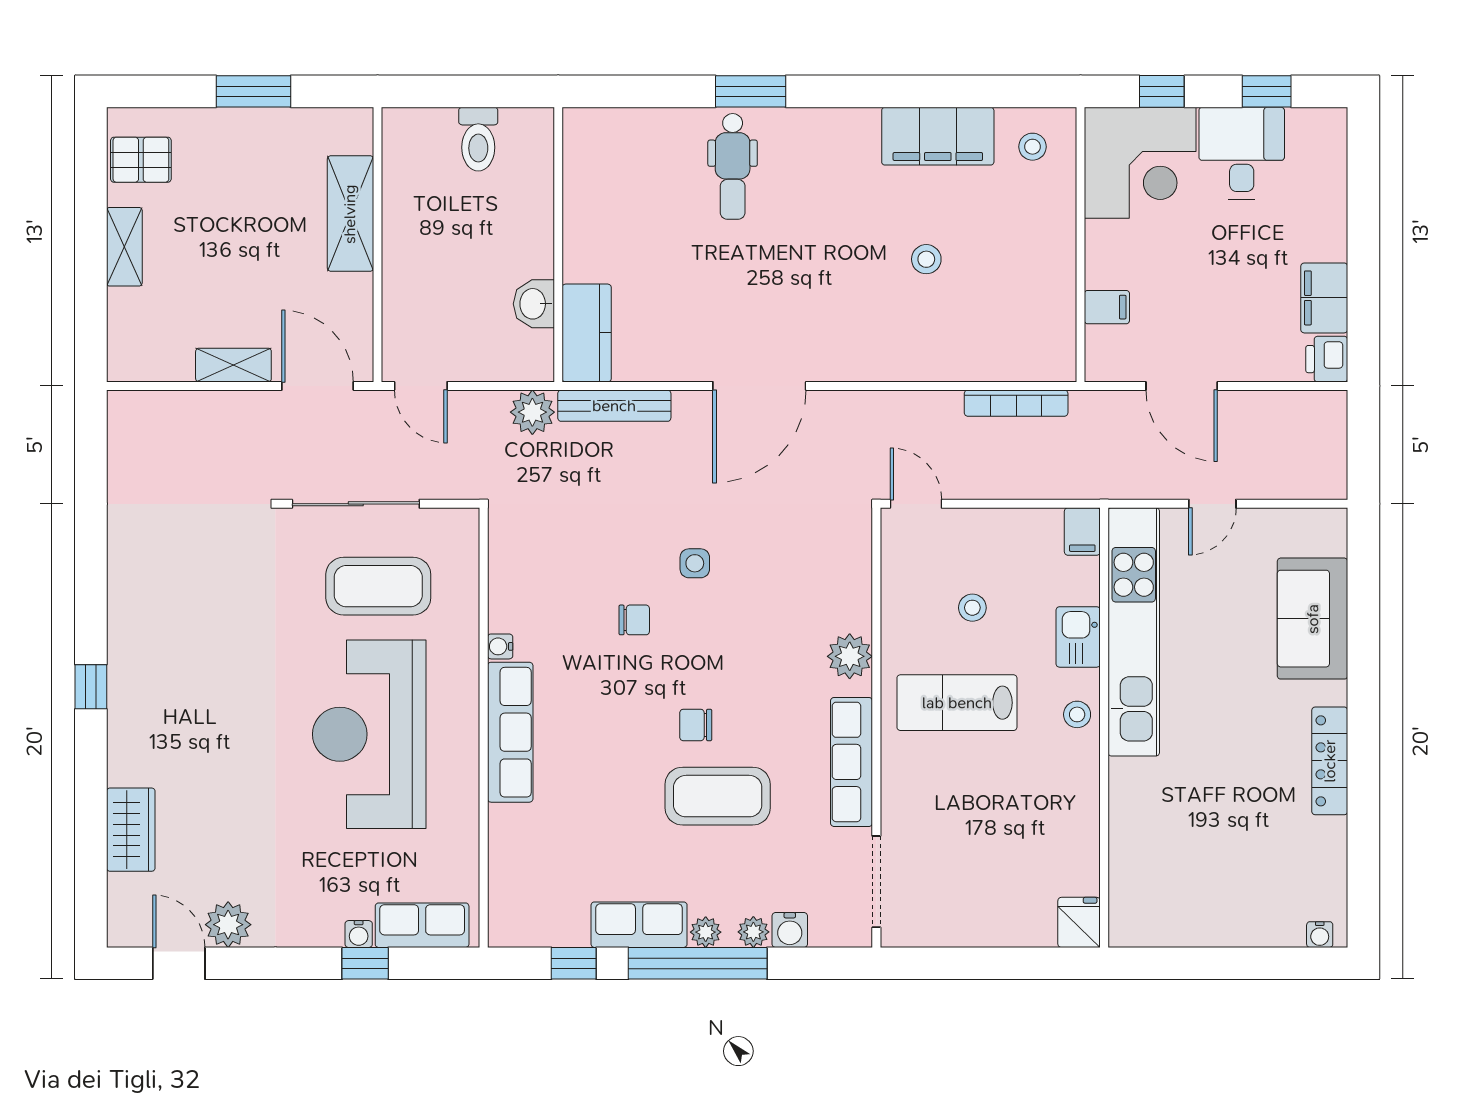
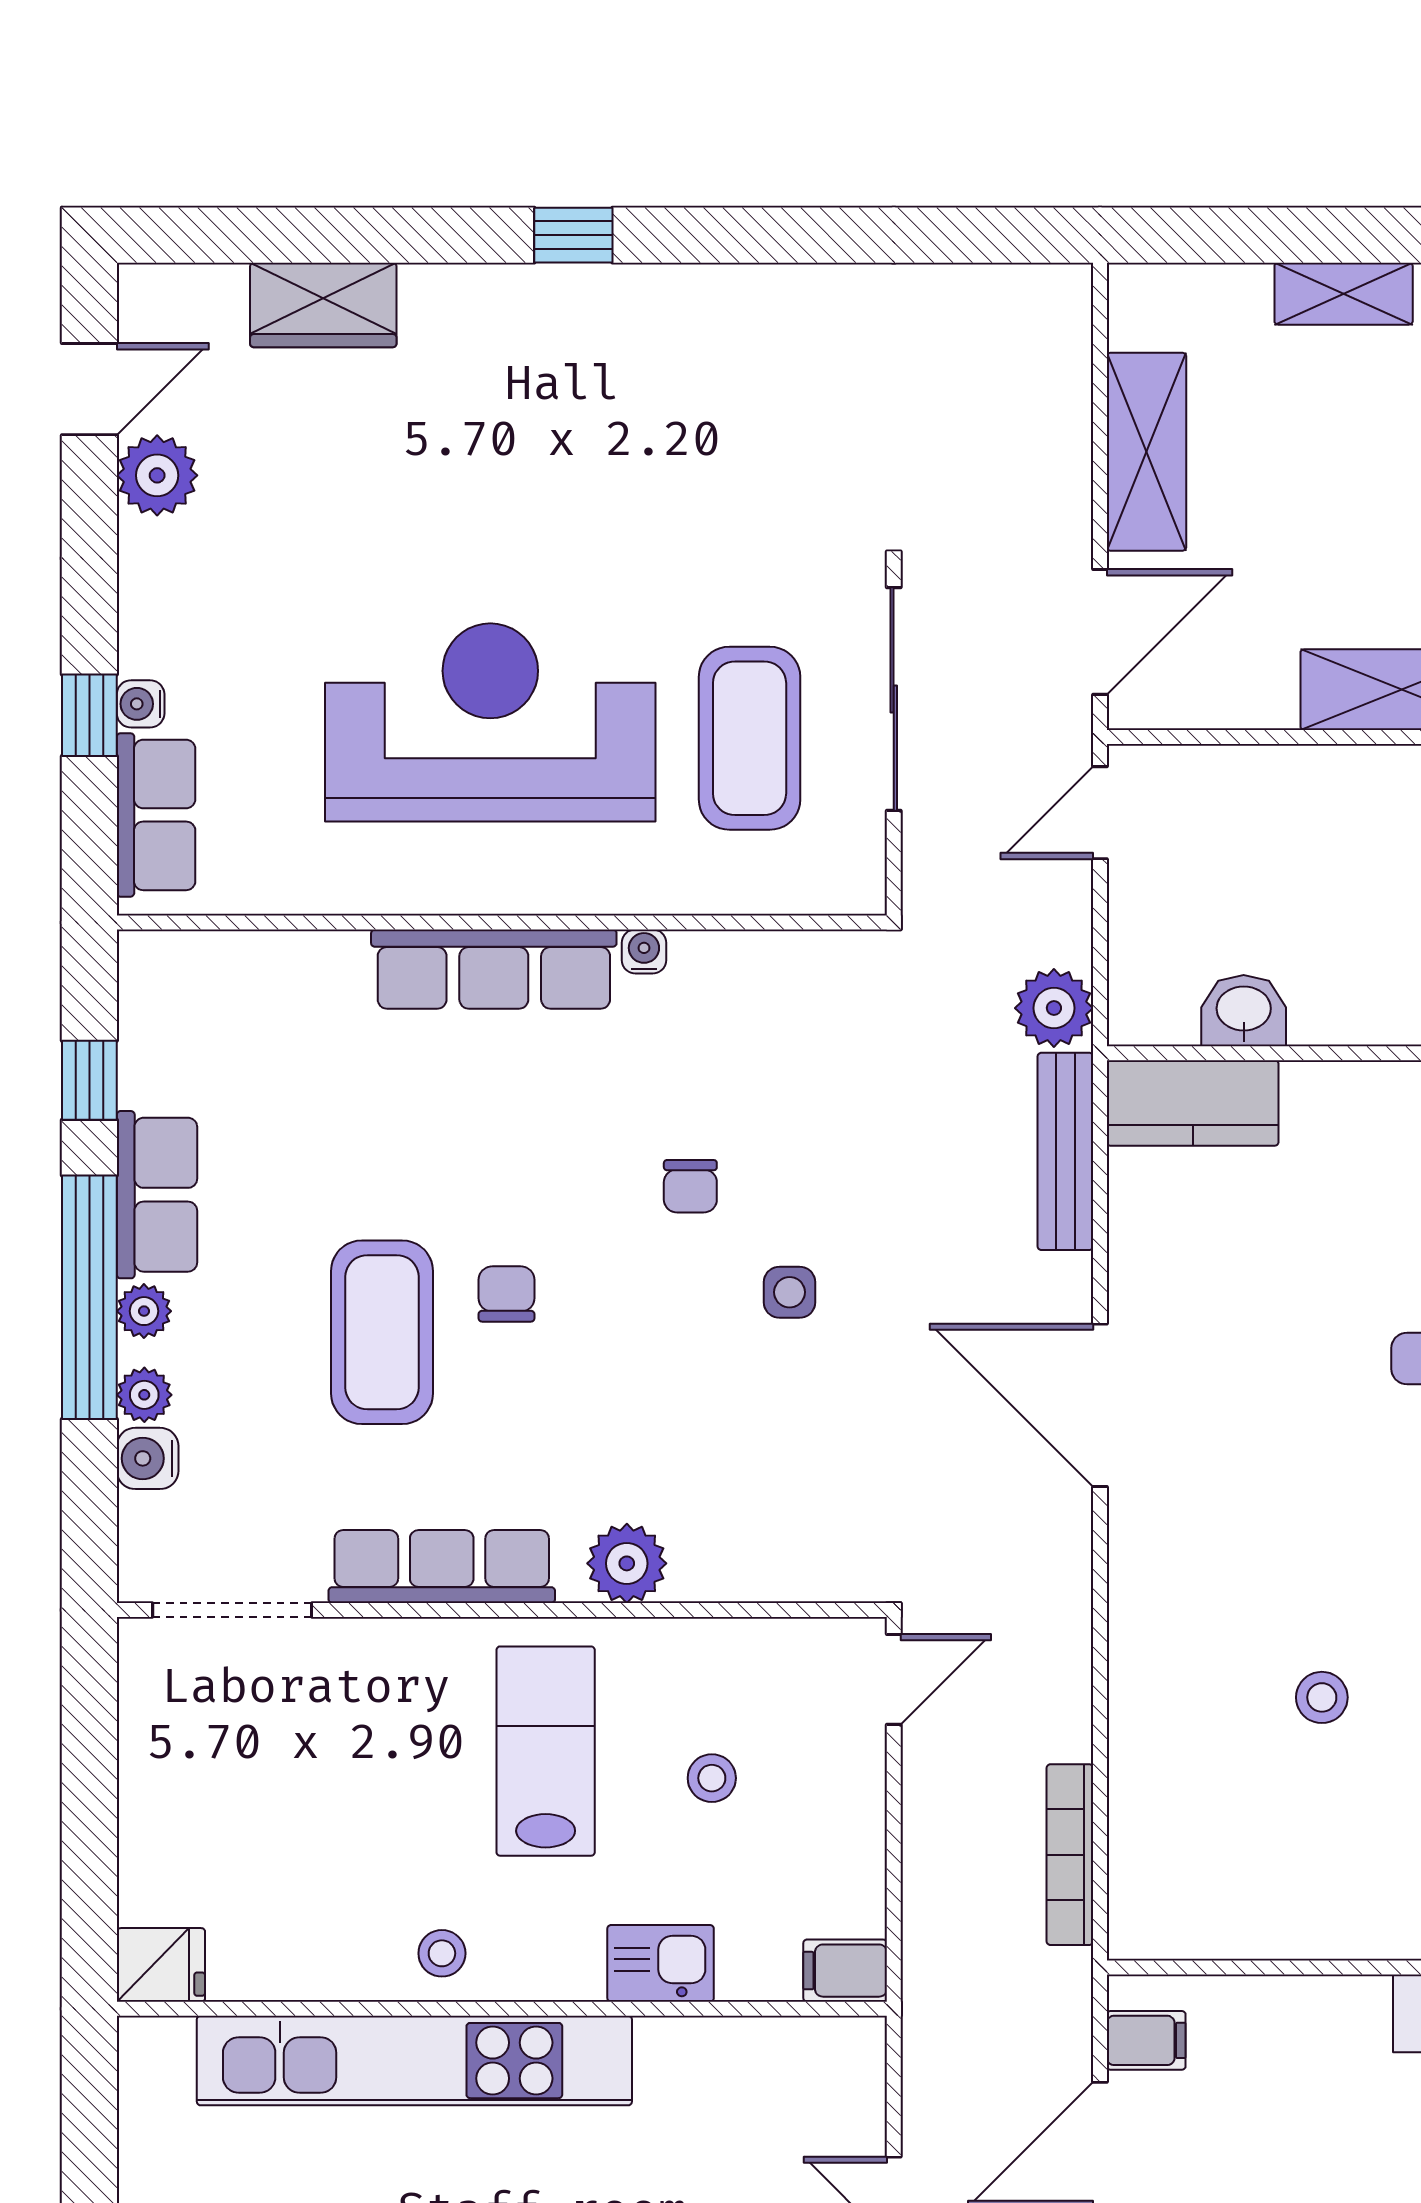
filing cabinet: (1107, 307) -> (1146, 2040), moved, turned -90
shelving: (233, 365) -> (1146, 452), width x1.50, depth x1.33
kitchen unit: (1134, 632) -> (414, 2061), moved
stool: (1077, 714) -> (442, 1953), moved

